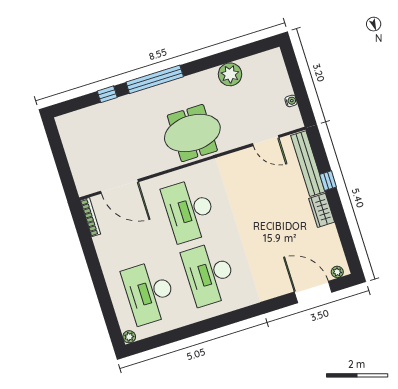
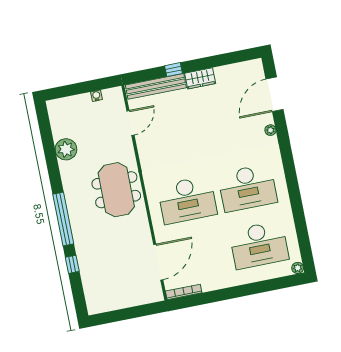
plant: (337, 272) -> (270, 130), moved

